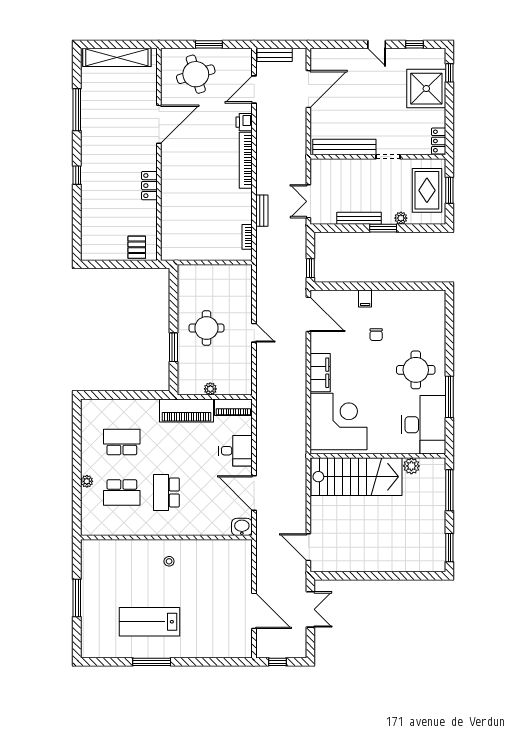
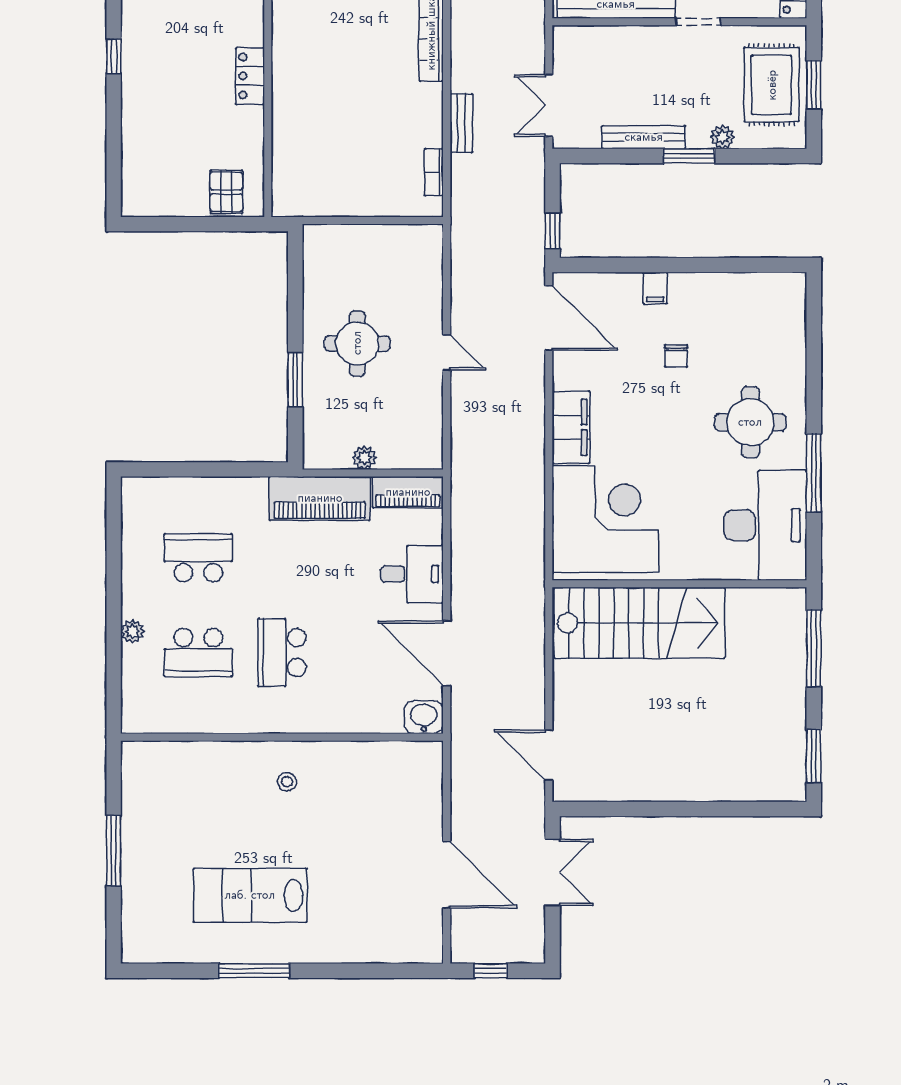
plant: (411, 466) -> (742, 603), removed

